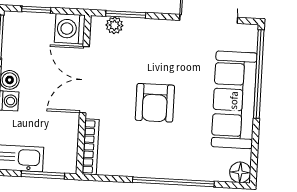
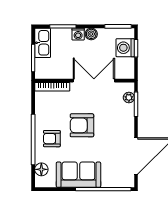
washing machine: (70, 29) -> (125, 48), moved, turned -90
sofa: (234, 100) -> (78, 175), width x0.73
armchair: (173, 152) -> (52, 139), added
floor lamp: (240, 172) -> (41, 169), moved

